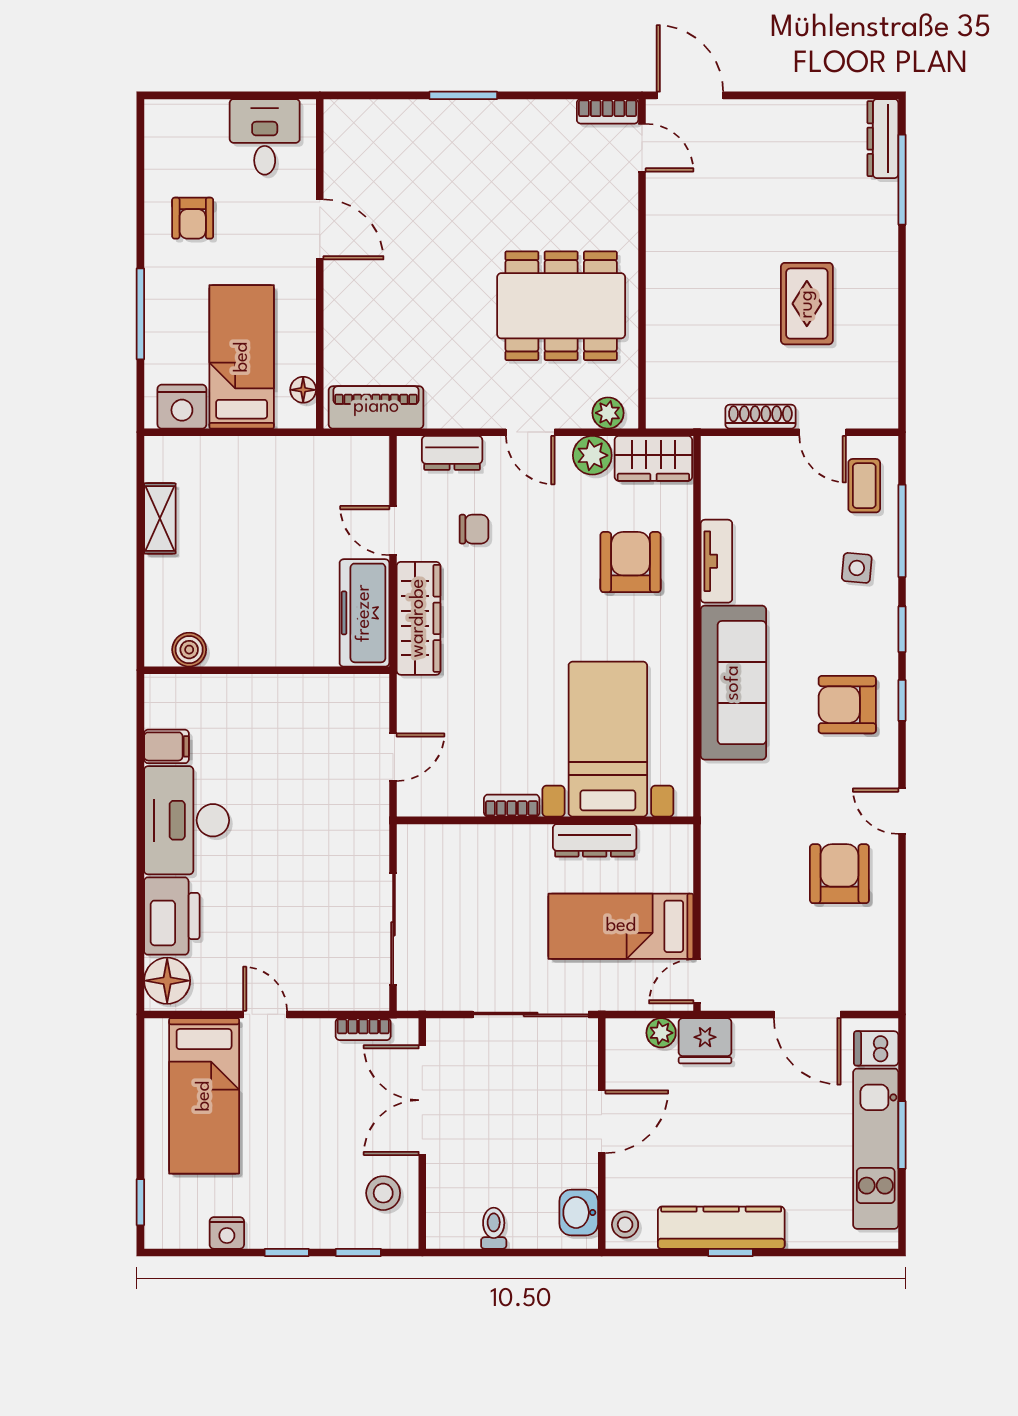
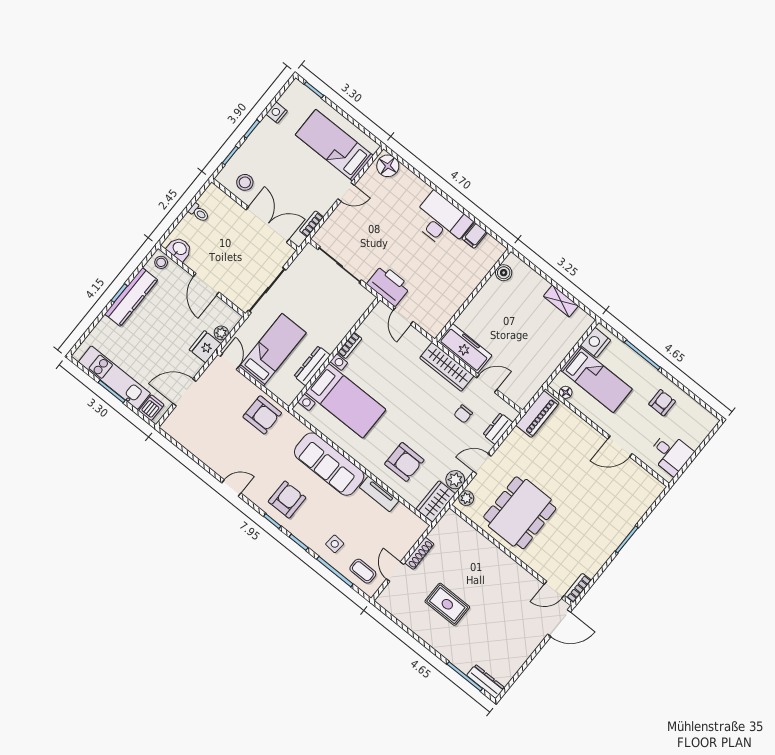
armchair: (193, 218) -> (662, 403), turned 90
door: (823, 432) -> (395, 572), hinge flipped
armchair: (839, 874) -> (262, 415), moved
printer: (172, 916) -> (389, 285), moved, turned 180

